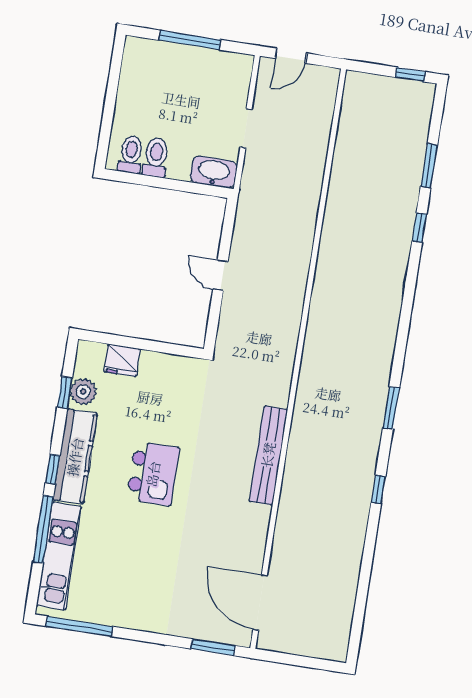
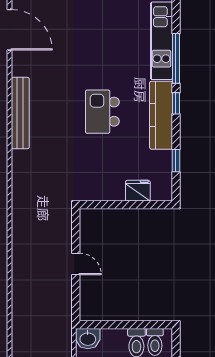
washbasin: (214, 172) -> (88, 339), width x0.72
plant: (83, 392) -> (163, 163), removed
bench: (268, 455) -> (20, 113), moved

